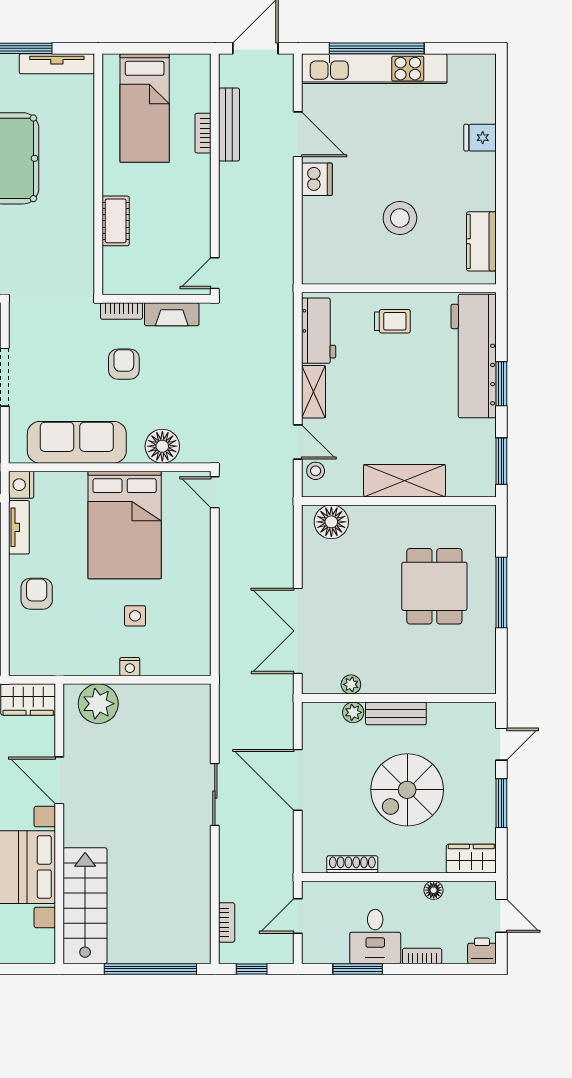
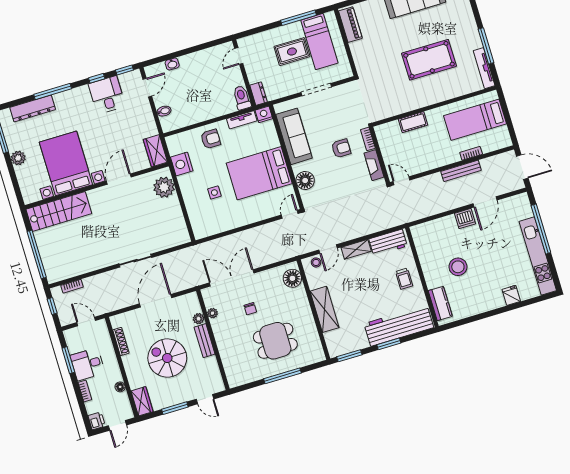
kitchen unit: (374, 69) -> (538, 256), moved
bench: (229, 125) -> (461, 171), moved
kitchen counter: (481, 241) -> (440, 303), moved, turned 90
chair: (363, 614) -> (250, 309), added
nightstand: (130, 667) -> (182, 164), moved, width x1.89, depth x1.79

